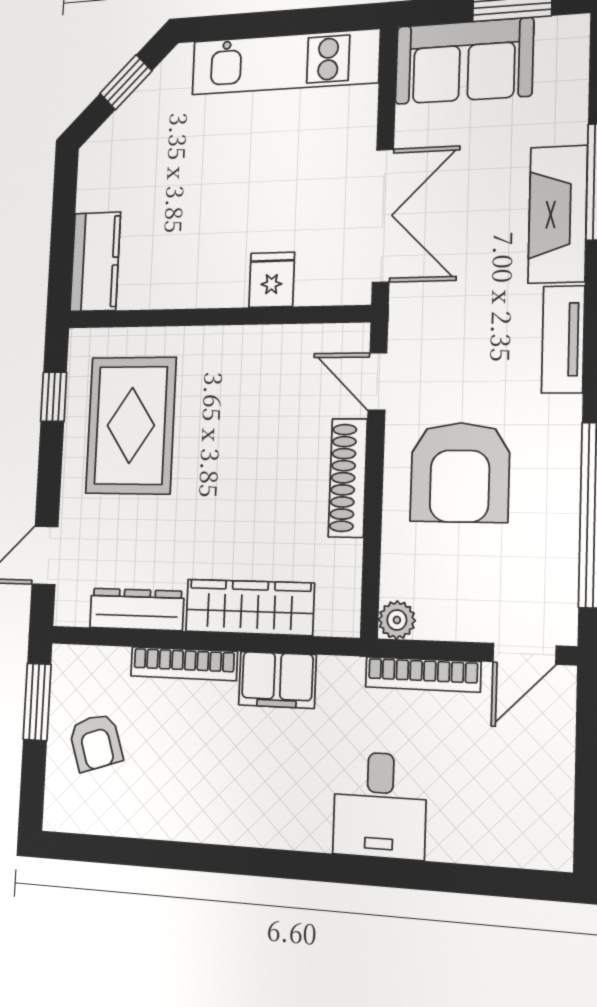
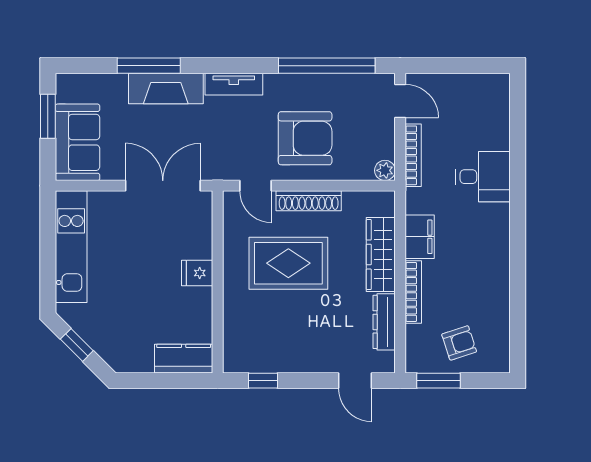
fridge: (272, 280) -> (197, 273), moved
door: (377, 382) -> (256, 186), hinge flipped
rug: (131, 425) -> (288, 263), moved

